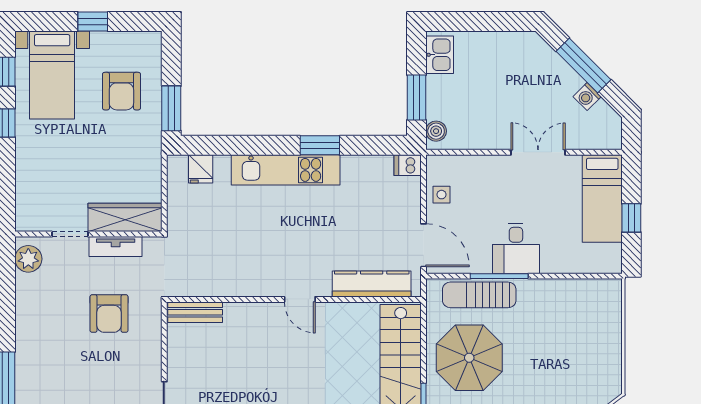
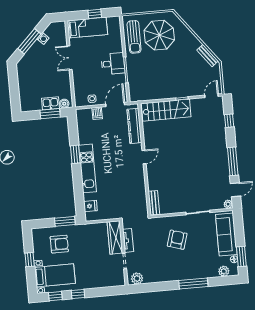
kitchen sink: (440, 55) -> (50, 103), moved
dishwasher: (408, 165) -> (97, 113), moved
sun lounger: (479, 295) -> (134, 37), moved
armchair: (109, 314) -> (177, 240), moved, turned -73
parasol: (469, 358) -> (159, 35), moved

